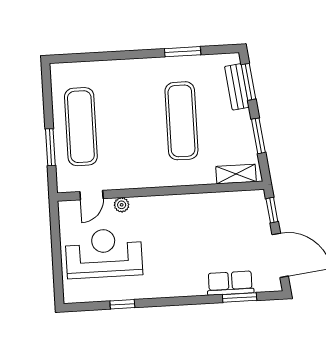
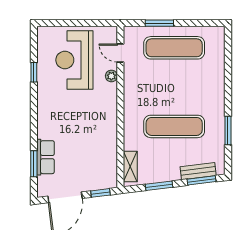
reception desk: (104, 253) -> (74, 60), turned 180

